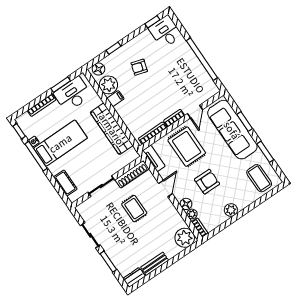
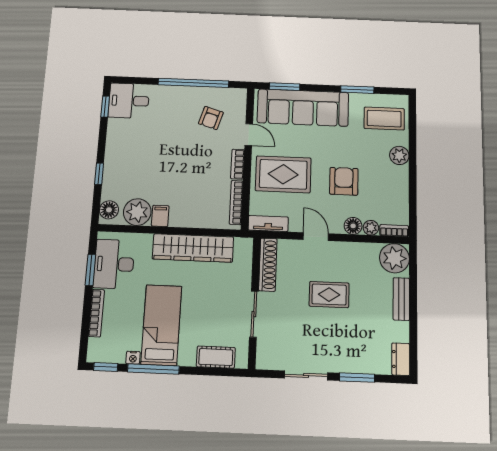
armchair: (139, 67) -> (211, 118), moved
window: (245, 122) -> (285, 87), moved
rug: (134, 209) -> (329, 295), moved
plant: (231, 210) -> (399, 155), moved
bench: (155, 264) -> (401, 299), moved

